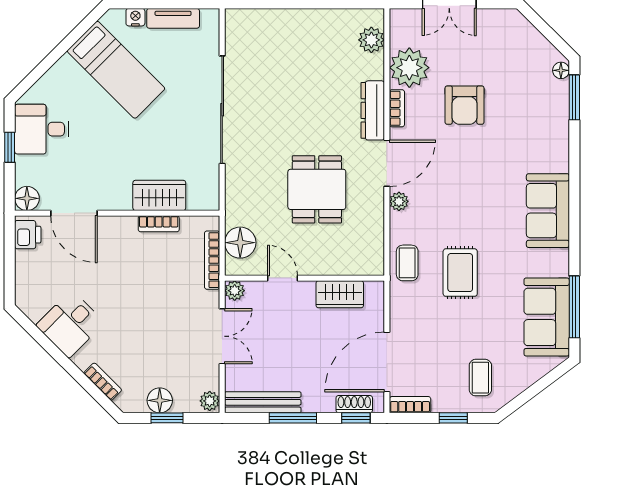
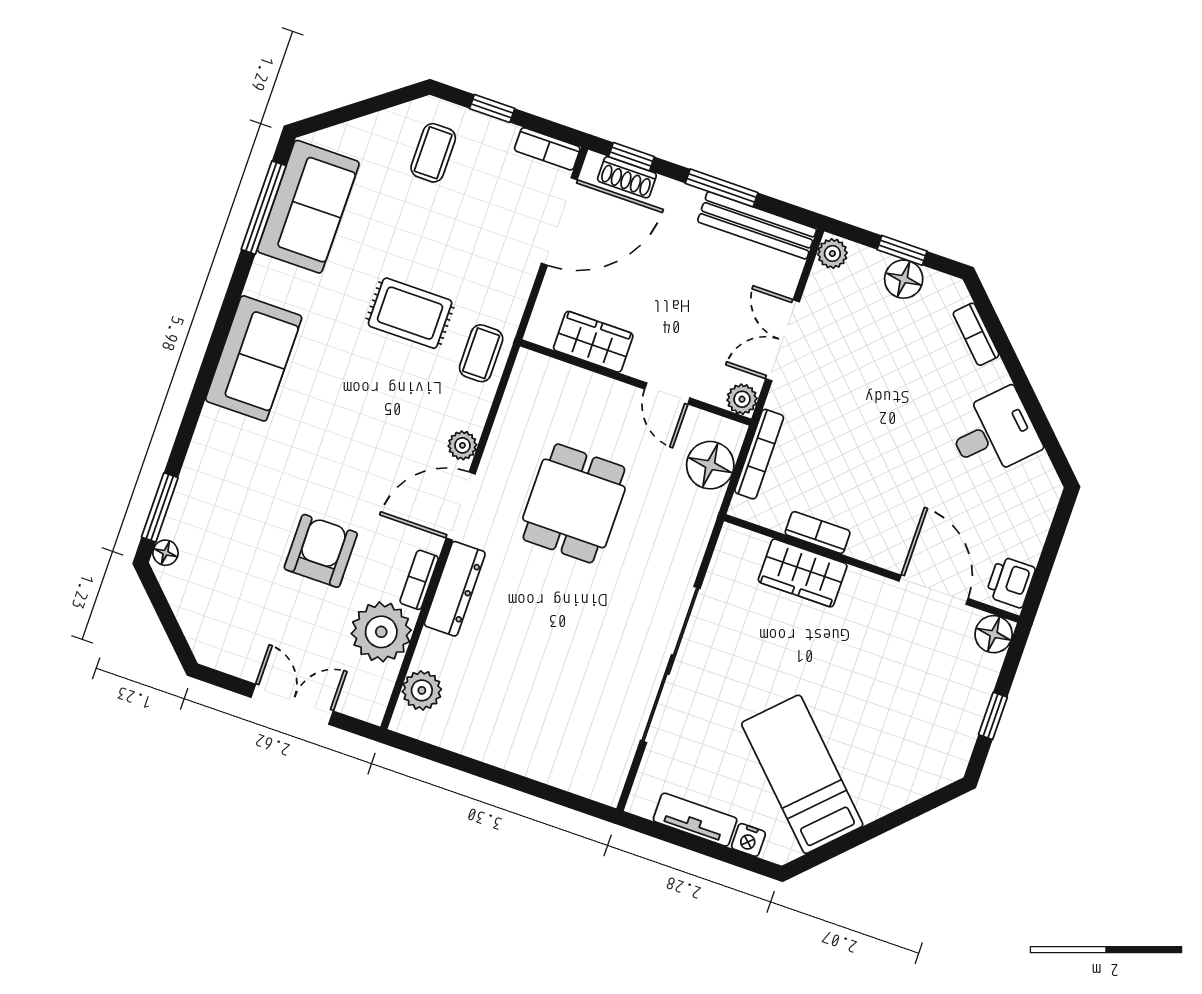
desk: (42, 129) -> (938, 726), removed
rug: (460, 273) -> (410, 313), turned 90

